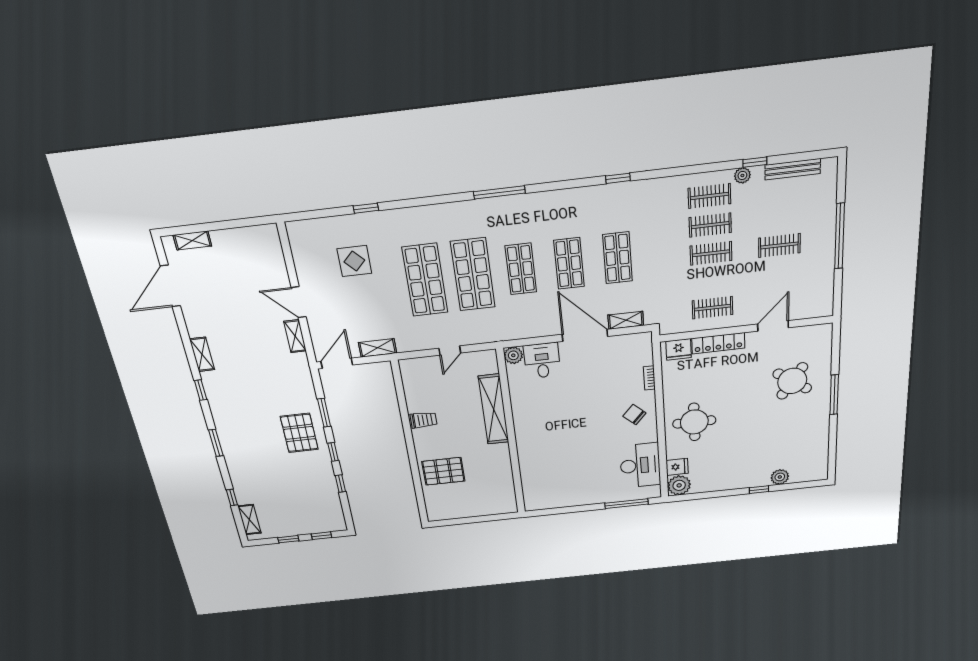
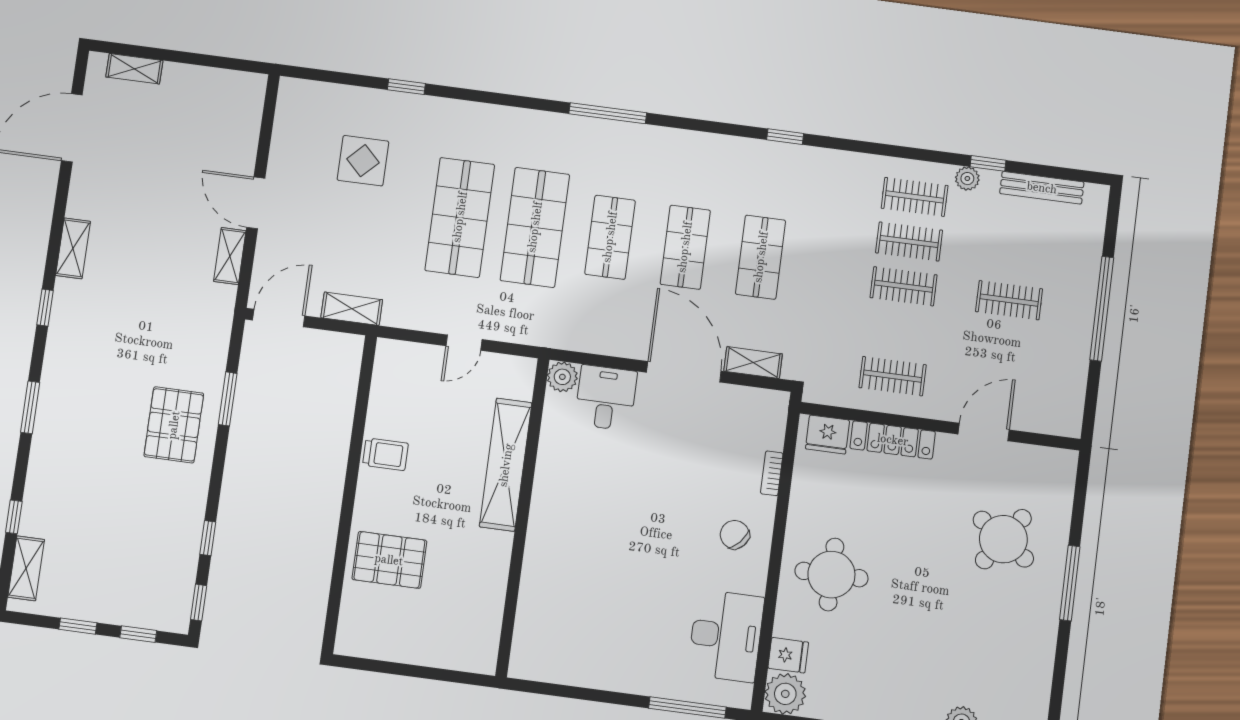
window: (333, 452) -> (199, 603), moved

